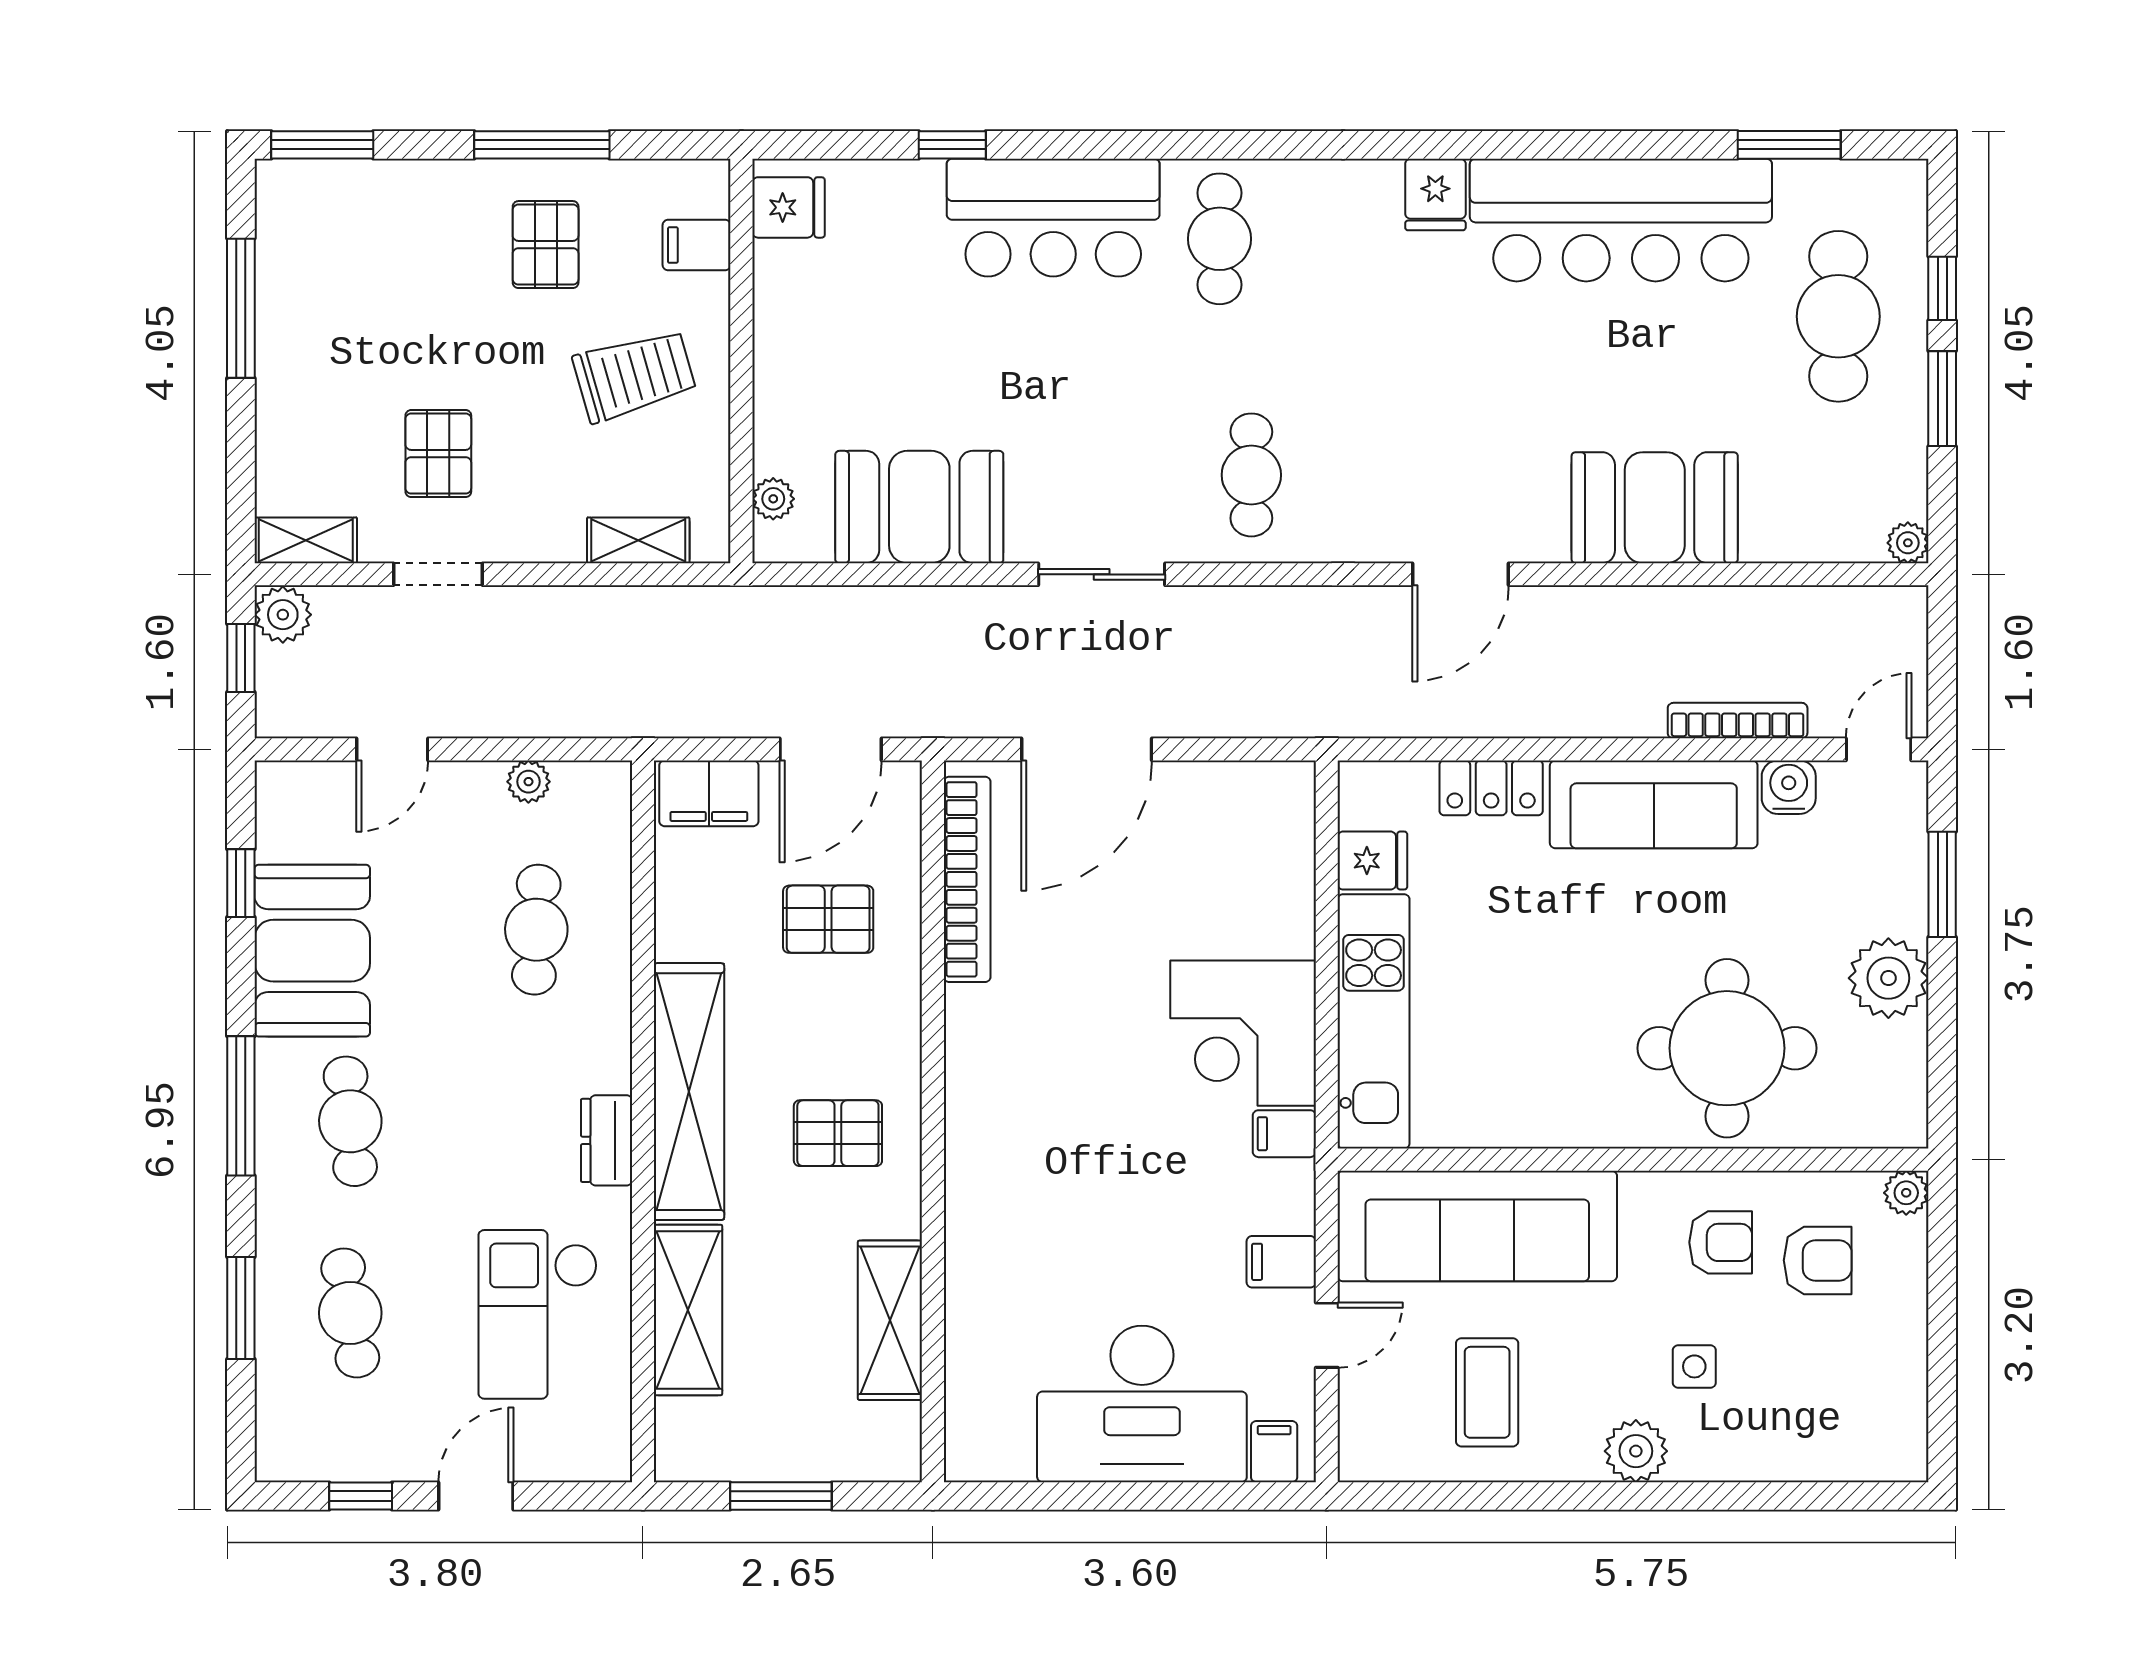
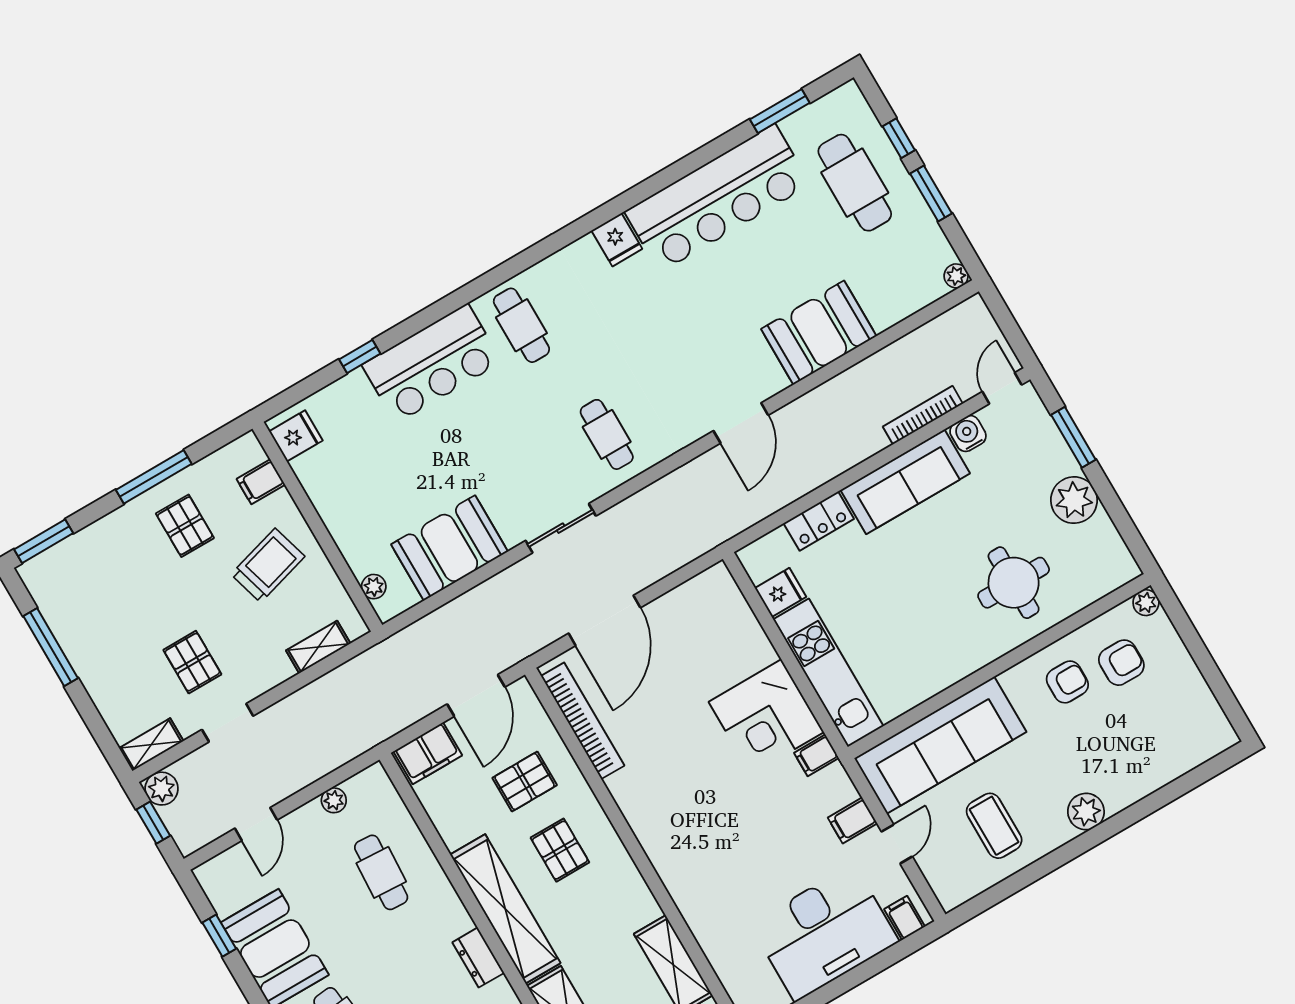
round table: (1727, 1048) -> (1014, 583), width x0.73, depth x0.73
pallet: (838, 1133) -> (560, 850), moved, turned 90
side table: (1694, 1366) -> (1091, 752), removed

